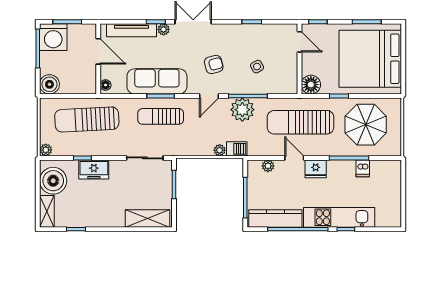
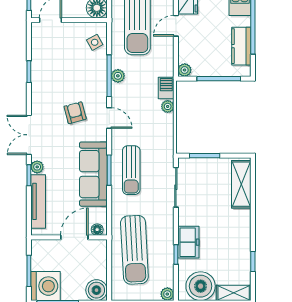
door: (98, 51) -> (74, 237), moved
side table: (257, 67) -> (95, 42), moved
plant: (242, 110) -> (118, 76), width x0.53, depth x0.53
plant: (268, 166) -> (185, 70), moved
kitchen counter: (275, 218) -> (241, 46), width x0.67

